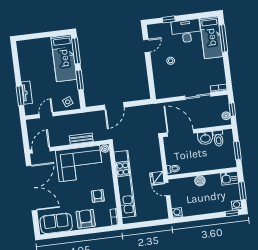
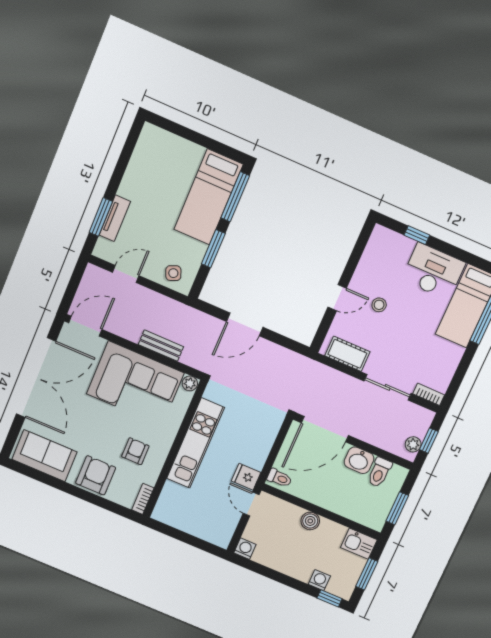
door: (147, 46) -> (337, 298), moved
cot: (170, 92) -> (347, 354), added
door: (180, 133) -> (325, 429), swing flipped
kitchen unit: (125, 184) -> (195, 443), width x0.73
washing machine: (237, 205) -> (319, 580), moved

